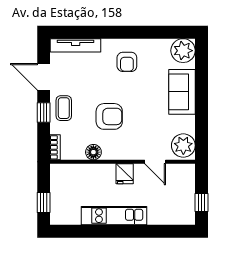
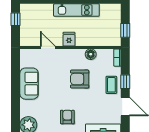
sofa: (182, 92) -> (29, 84), moved
plant: (183, 146) -> (28, 59), removed
window: (44, 202) -> (125, 30), moved

